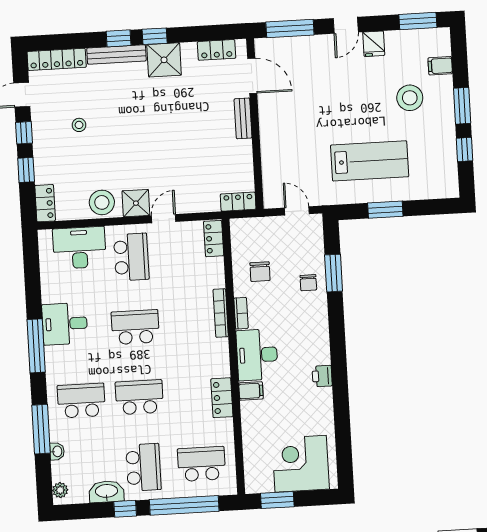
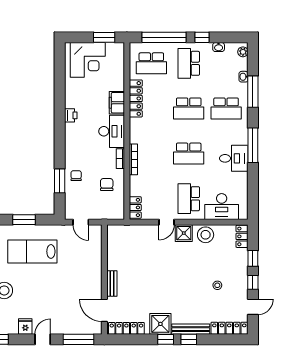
locker: (217, 50) -> (126, 328), width x1.53
locker: (238, 202) -> (118, 230), removed
filing cabinet: (251, 391) -> (117, 103), width x2.00
locker: (222, 398) -> (136, 98), width x1.53
washbasin: (106, 492) -> (219, 47), width x0.52, depth x0.69

